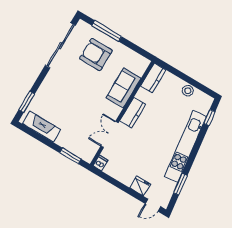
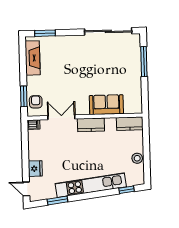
armchair: (96, 55) -> (36, 102), moved, width x0.53, depth x0.53

